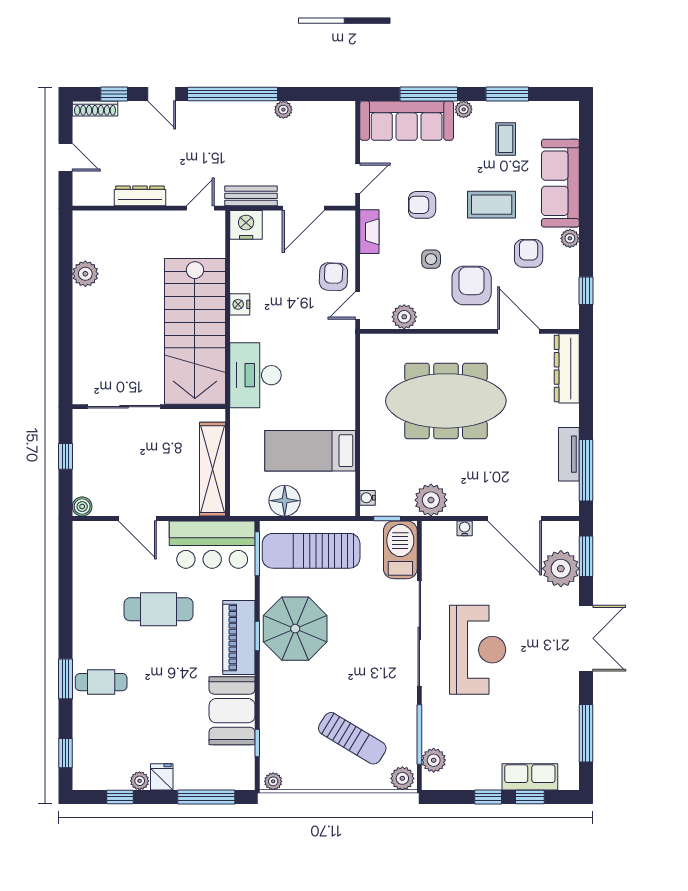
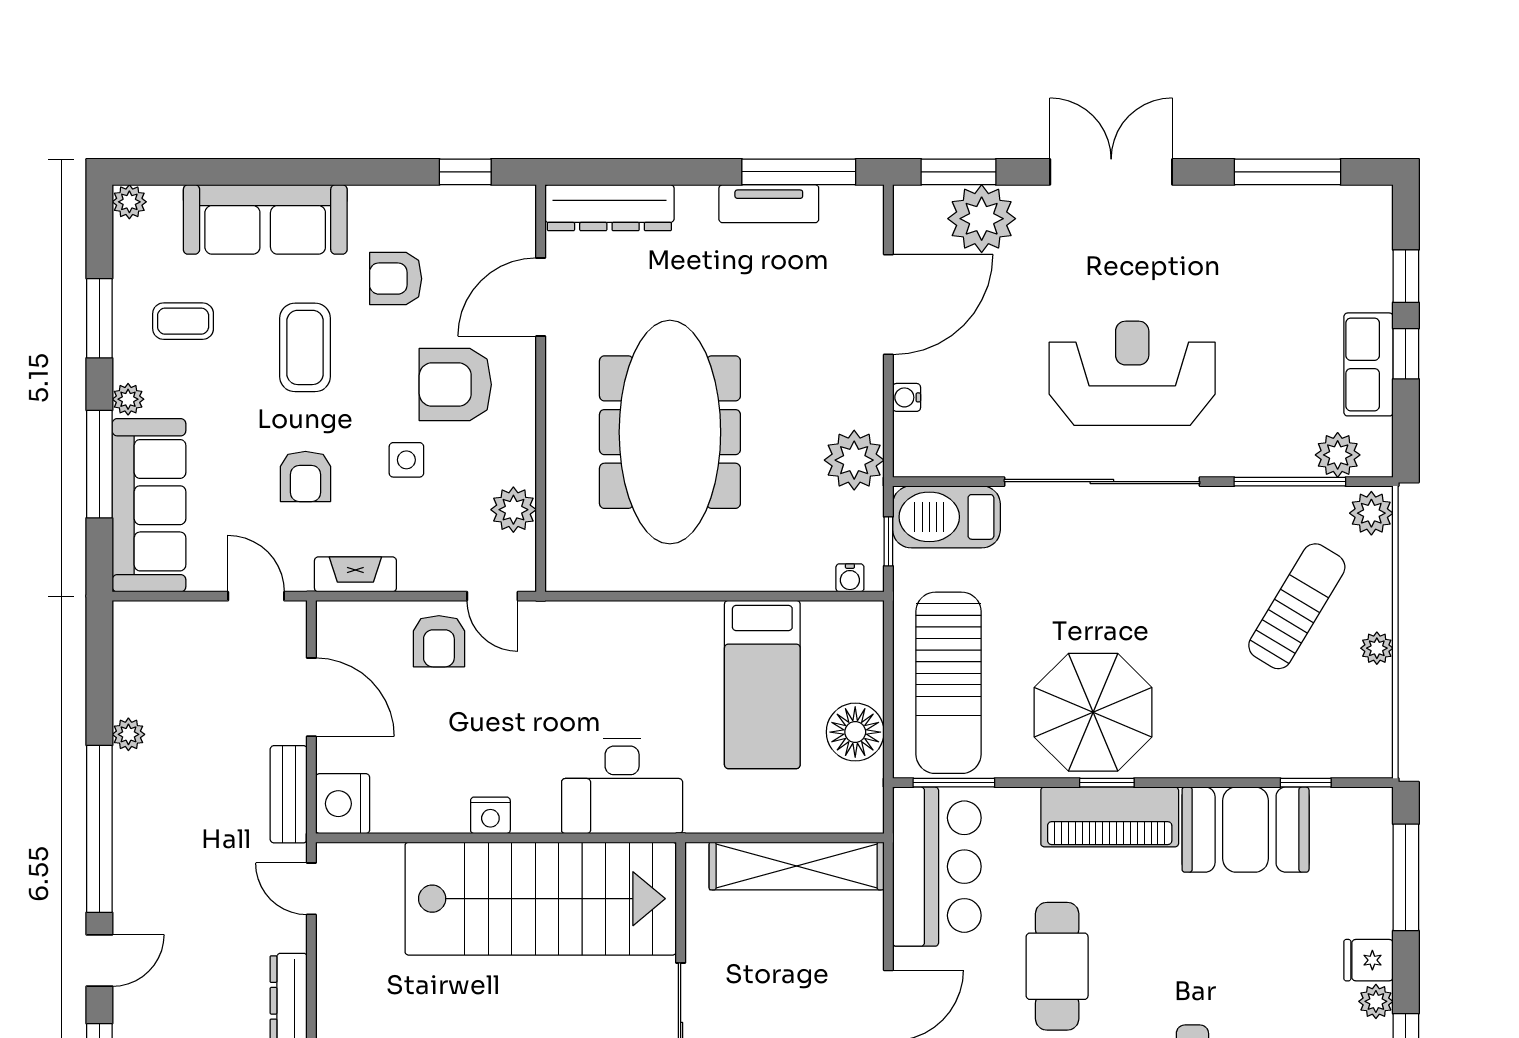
plant: (570, 238) -> (129, 202), moved
armchair: (333, 277) -> (439, 641), turned -92
row of seats: (530, 777) -> (1369, 364), moved
plant: (273, 781) -> (1377, 648), moved

